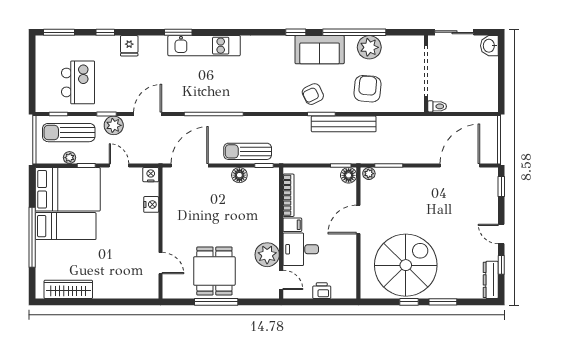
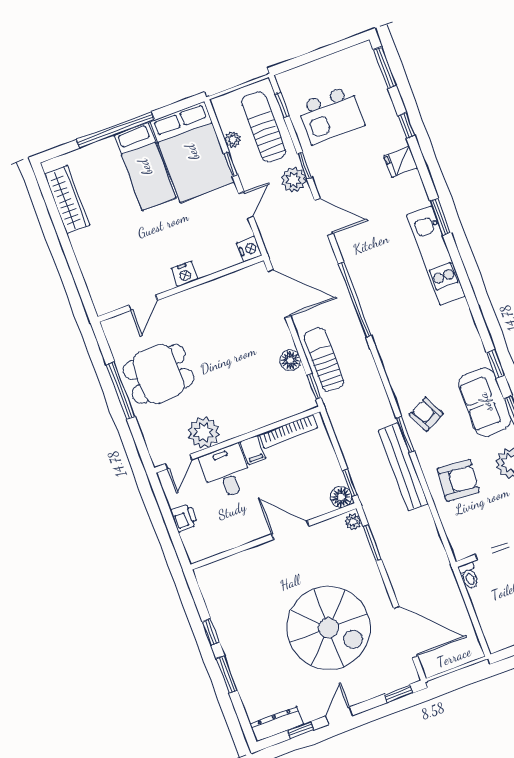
nightstand: (151, 204) -> (185, 274), moved
spiral stairs: (406, 265) -> (329, 628), moved

